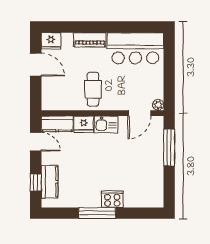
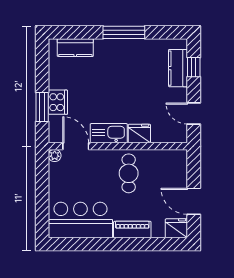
door: (140, 113) -> (76, 146), hinge flipped
kitchen counter: (57, 124) -> (75, 48), moved, turned 180
kitchen sink: (106, 124) -> (109, 133), width x1.38
window: (169, 148) -> (42, 107), width x0.69
cooker: (112, 199) -> (58, 102), moved, turned -90

